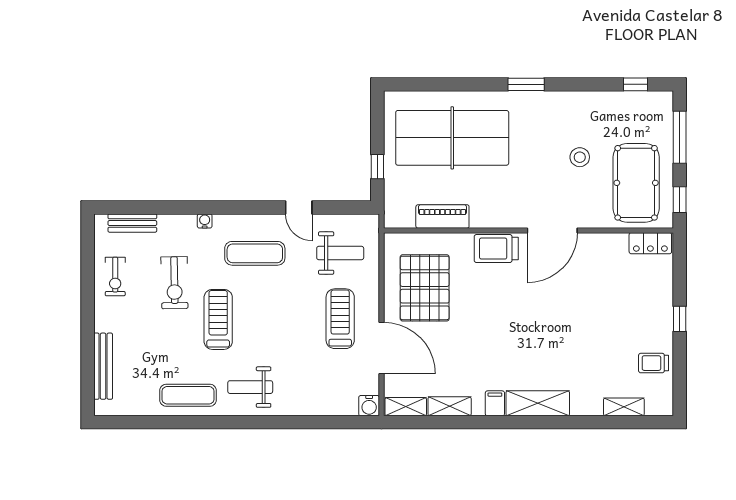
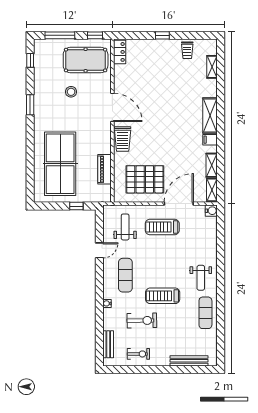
window: (526, 84) -> (30, 105), moved

